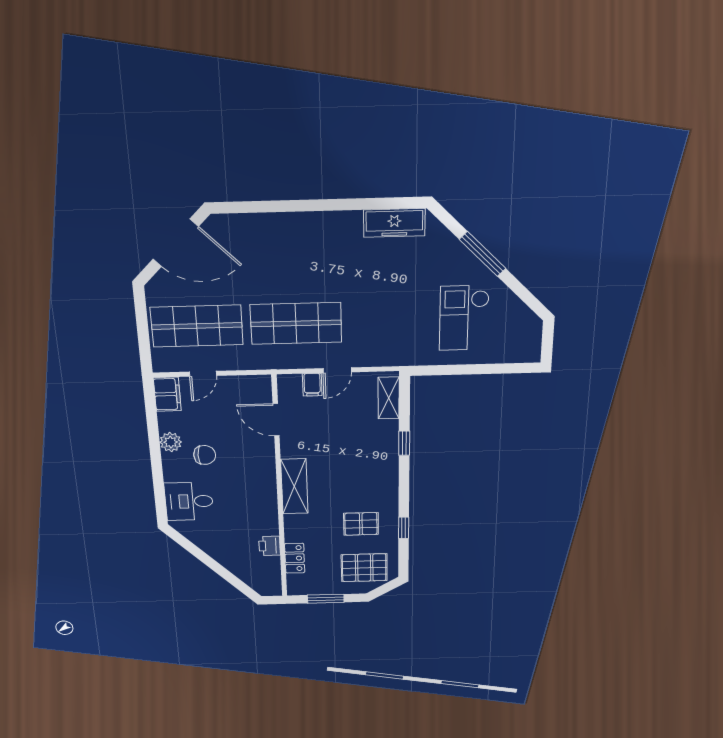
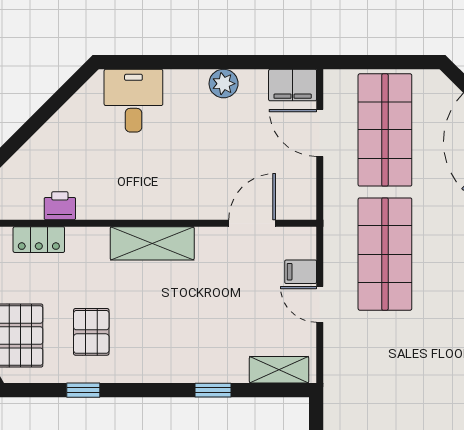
door: (203, 374) -> (320, 133), width x1.37
chair: (205, 455) -> (203, 127), removed

